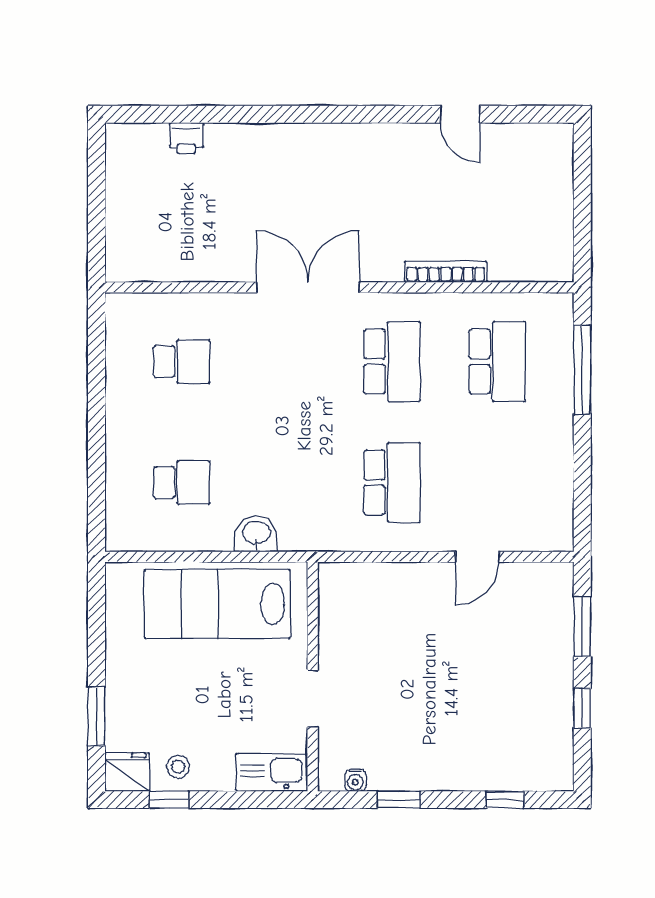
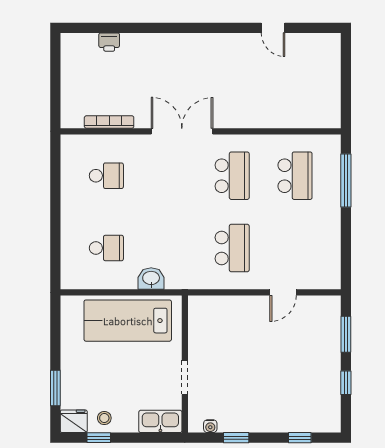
bookcase: (446, 272) -> (109, 122), moved

